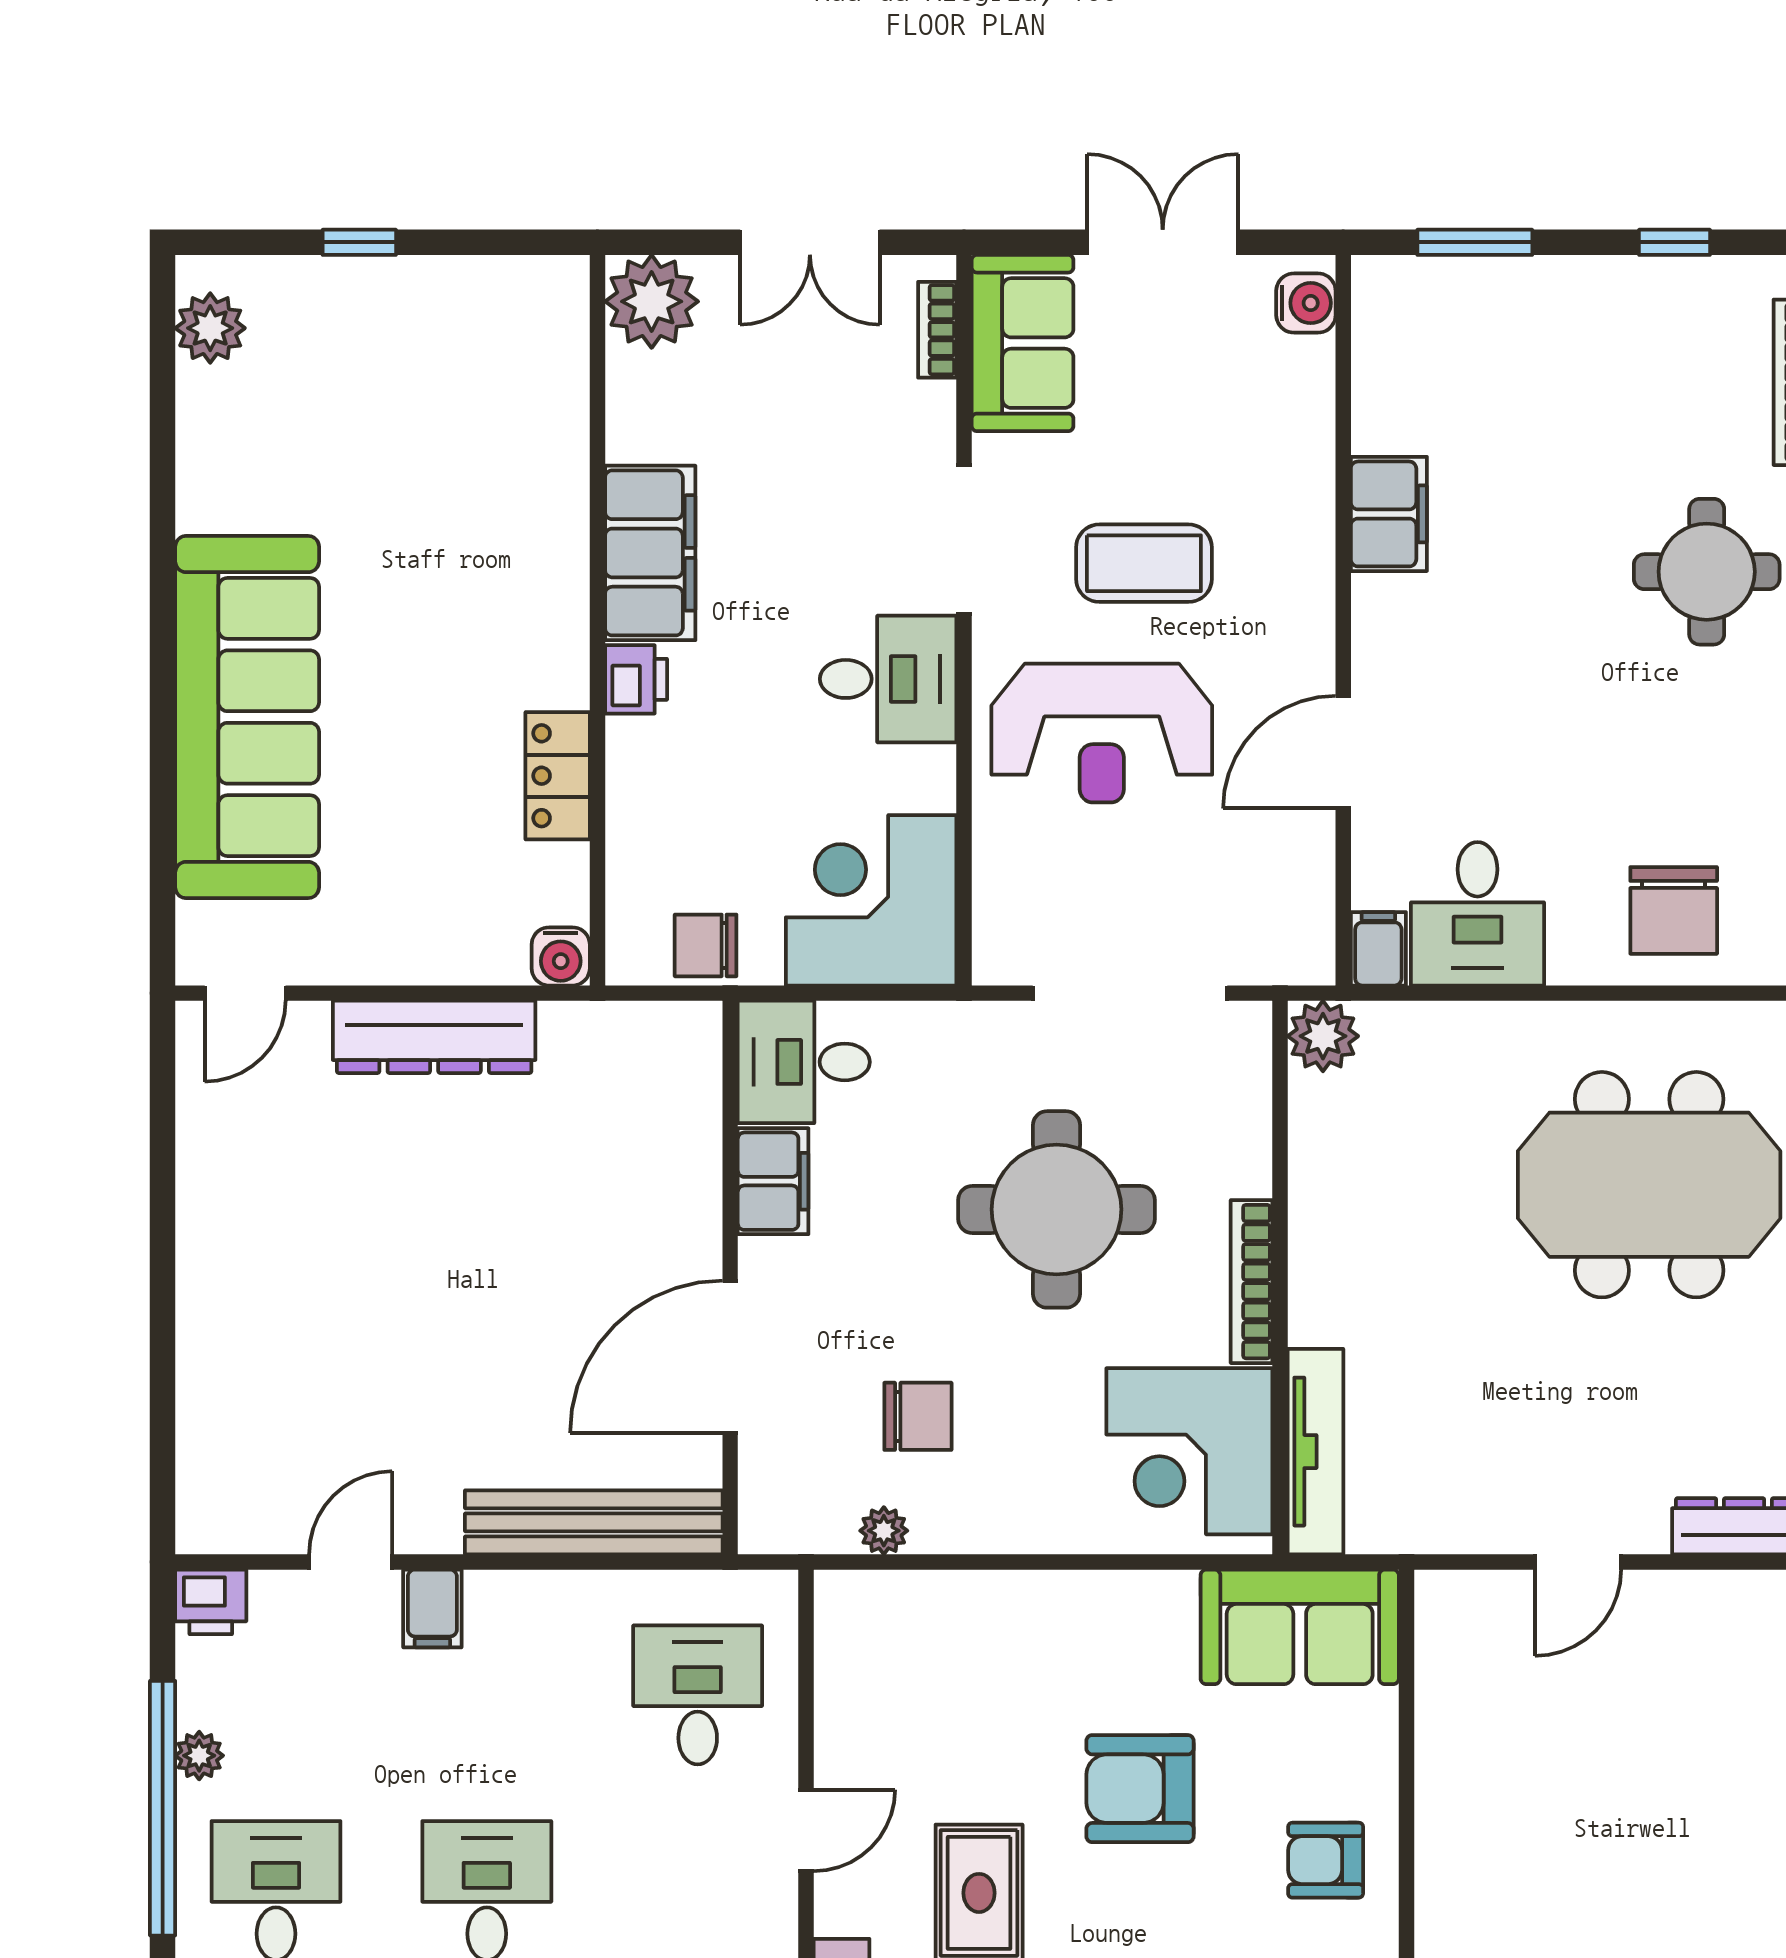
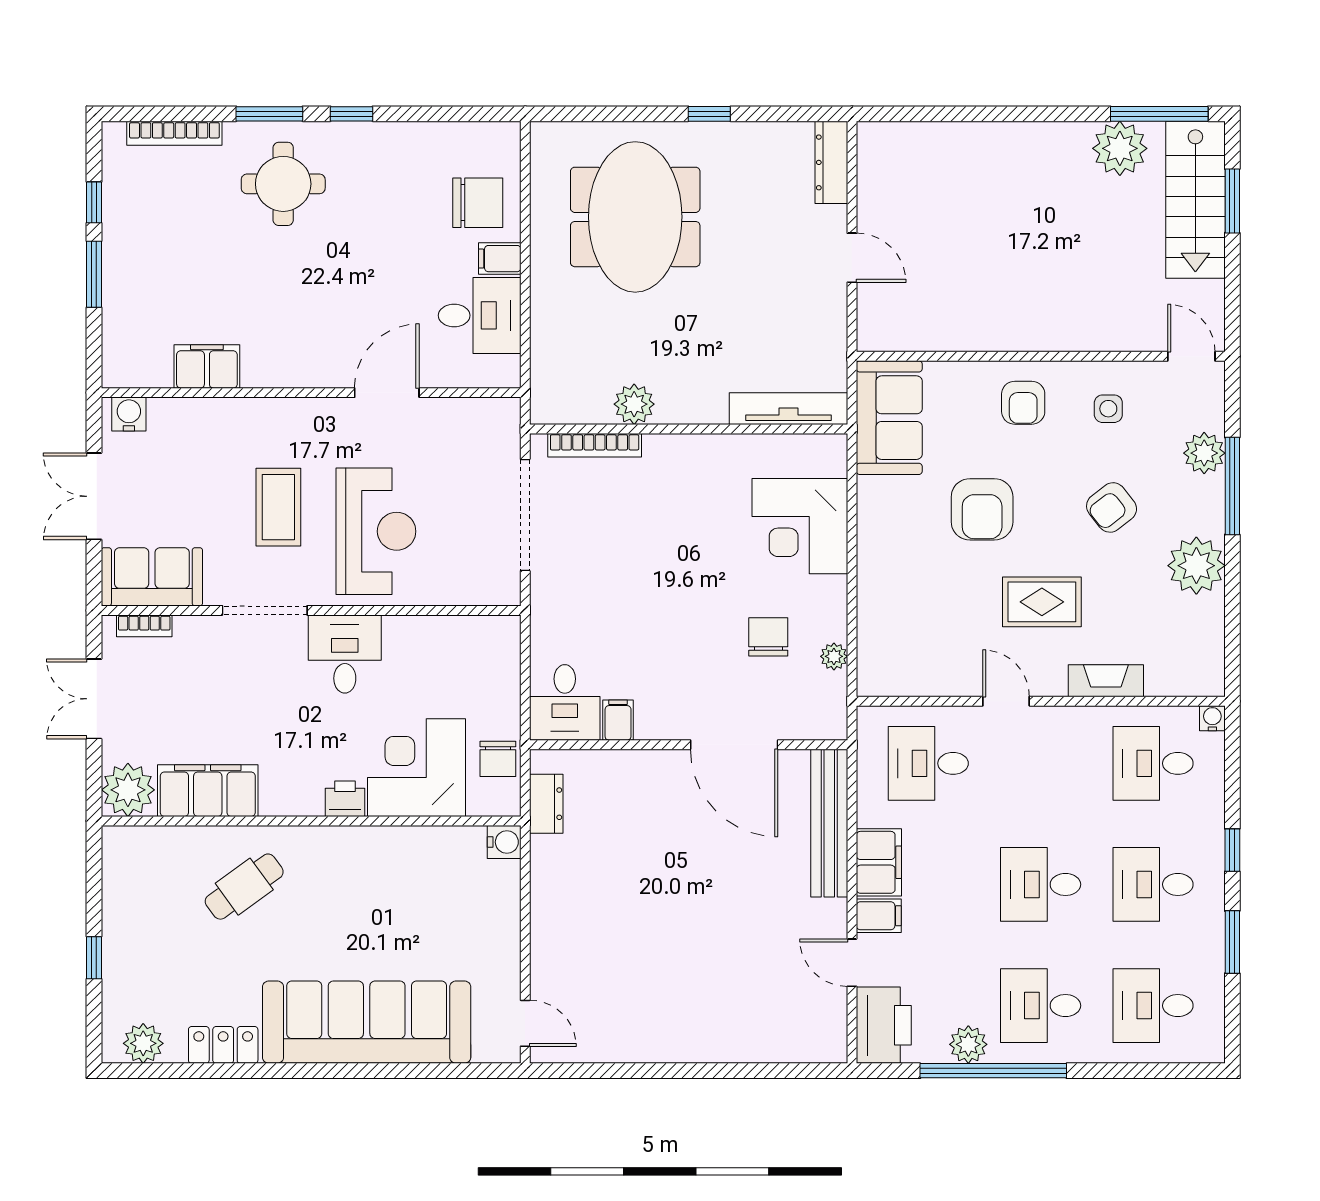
double door: (810, 242) -> (94, 699), swing flipped
window: (1475, 242) -> (94, 274), moved
cafe table: (483, 504) -> (244, 887), added
filing cabinet: (1389, 514) -> (207, 366), moved
filing cabinet: (650, 553) -> (208, 791), moved
door: (1343, 752) -> (387, 393), swing flipped
locker: (558, 776) -> (223, 1045), moved, turned 180
corner desk: (871, 900) -> (416, 768), moved, turned 90
filing cabinet: (1378, 949) -> (500, 259), moved
plant: (1323, 1036) -> (634, 404), moved
dresser: (434, 1037) -> (546, 804), moved, width x0.51, depth x0.80
filing cabinet: (773, 1181) -> (618, 720), width x0.50
round table: (1056, 1209) -> (649, 557), removed
bookcase: (1252, 1282) -> (595, 445), moved
corner desk: (1189, 1451) -> (800, 526), moved, turned 90
printer: (211, 1602) -> (884, 1025), width x1.87, depth x1.48
filing cabinet: (525, 1609) -> (879, 862), added
plant: (199, 1756) -> (968, 1044), width x1.38, depth x1.38

